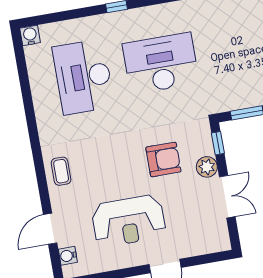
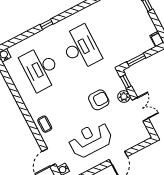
desk: (161, 63) -> (81, 48), turned 90
reception desk: (129, 221) -> (90, 140), turned 180

